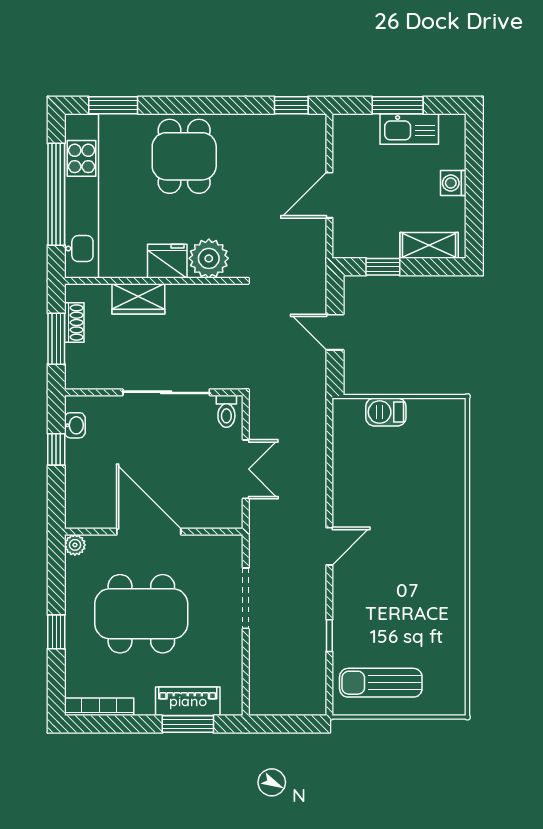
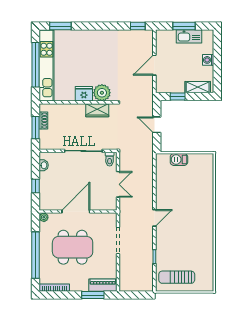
dining table: (184, 156) -> (91, 48), removed
wardrobe: (138, 299) -> (97, 110), moved
window: (56, 449) -> (36, 186), moved
door: (149, 532) -> (76, 212), hinge flipped
window: (56, 632) -> (36, 255), width x3.17
piano: (188, 701) -> (103, 285), moved

